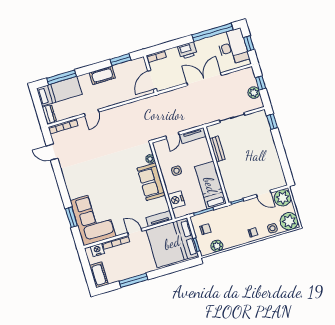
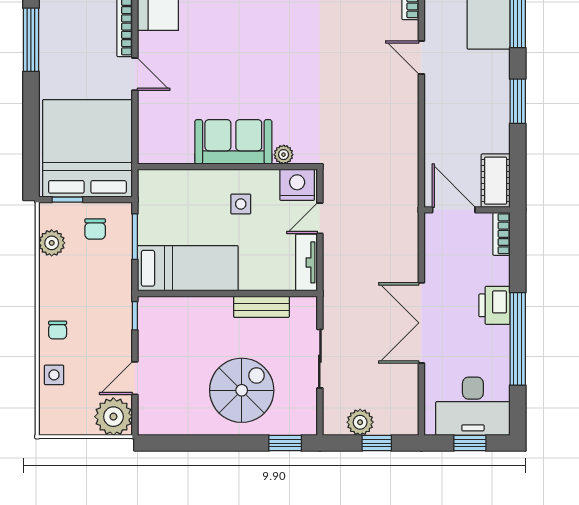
window: (213, 32) -> (518, 339), moved
window: (121, 60) -> (518, 101), moved
cot: (102, 75) -> (496, 181), moved
double door: (204, 79) -> (421, 323), swing flipped
door: (173, 135) -> (320, 218), hinge flipped
spiral stairs: (255, 147) -> (242, 390), added
nightstand: (176, 200) -> (297, 185), moved
tv unit: (159, 219) -> (148, 136), removed
plant: (289, 221) -> (58, 416), removed
door: (135, 232) -> (135, 74), hinge flipped

